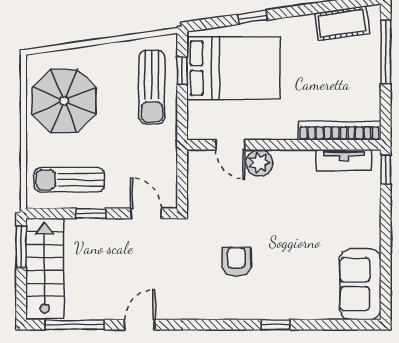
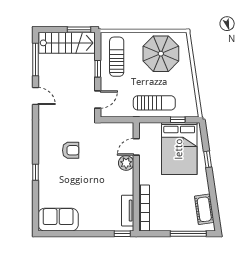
sun lounger: (152, 87) -> (154, 103), moved, turned 180

